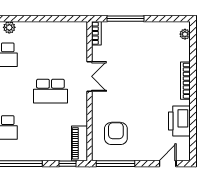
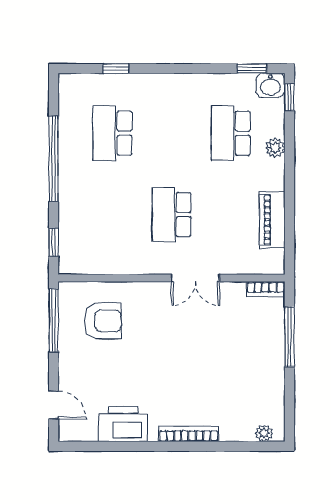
piano: (80, 143) -> (272, 220), moved, turned -90

